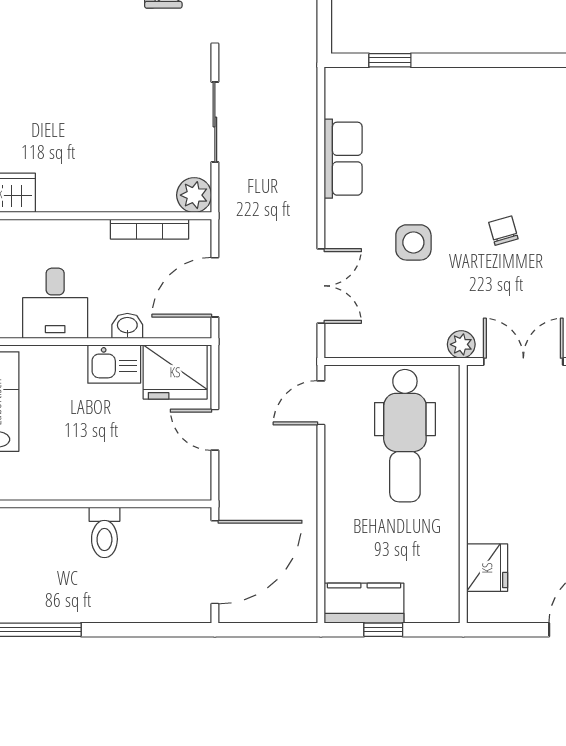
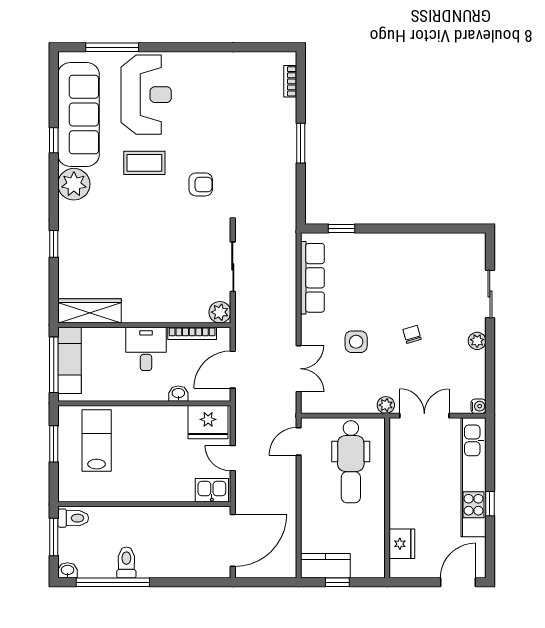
row of seats: (343, 159) -> (312, 278), width x1.48
desk: (55, 303) -> (146, 349), moved, turned 180
kitchen sink: (114, 364) -> (212, 490), moved, turned 180
toilet: (104, 532) -> (126, 562), moved, turned 180

